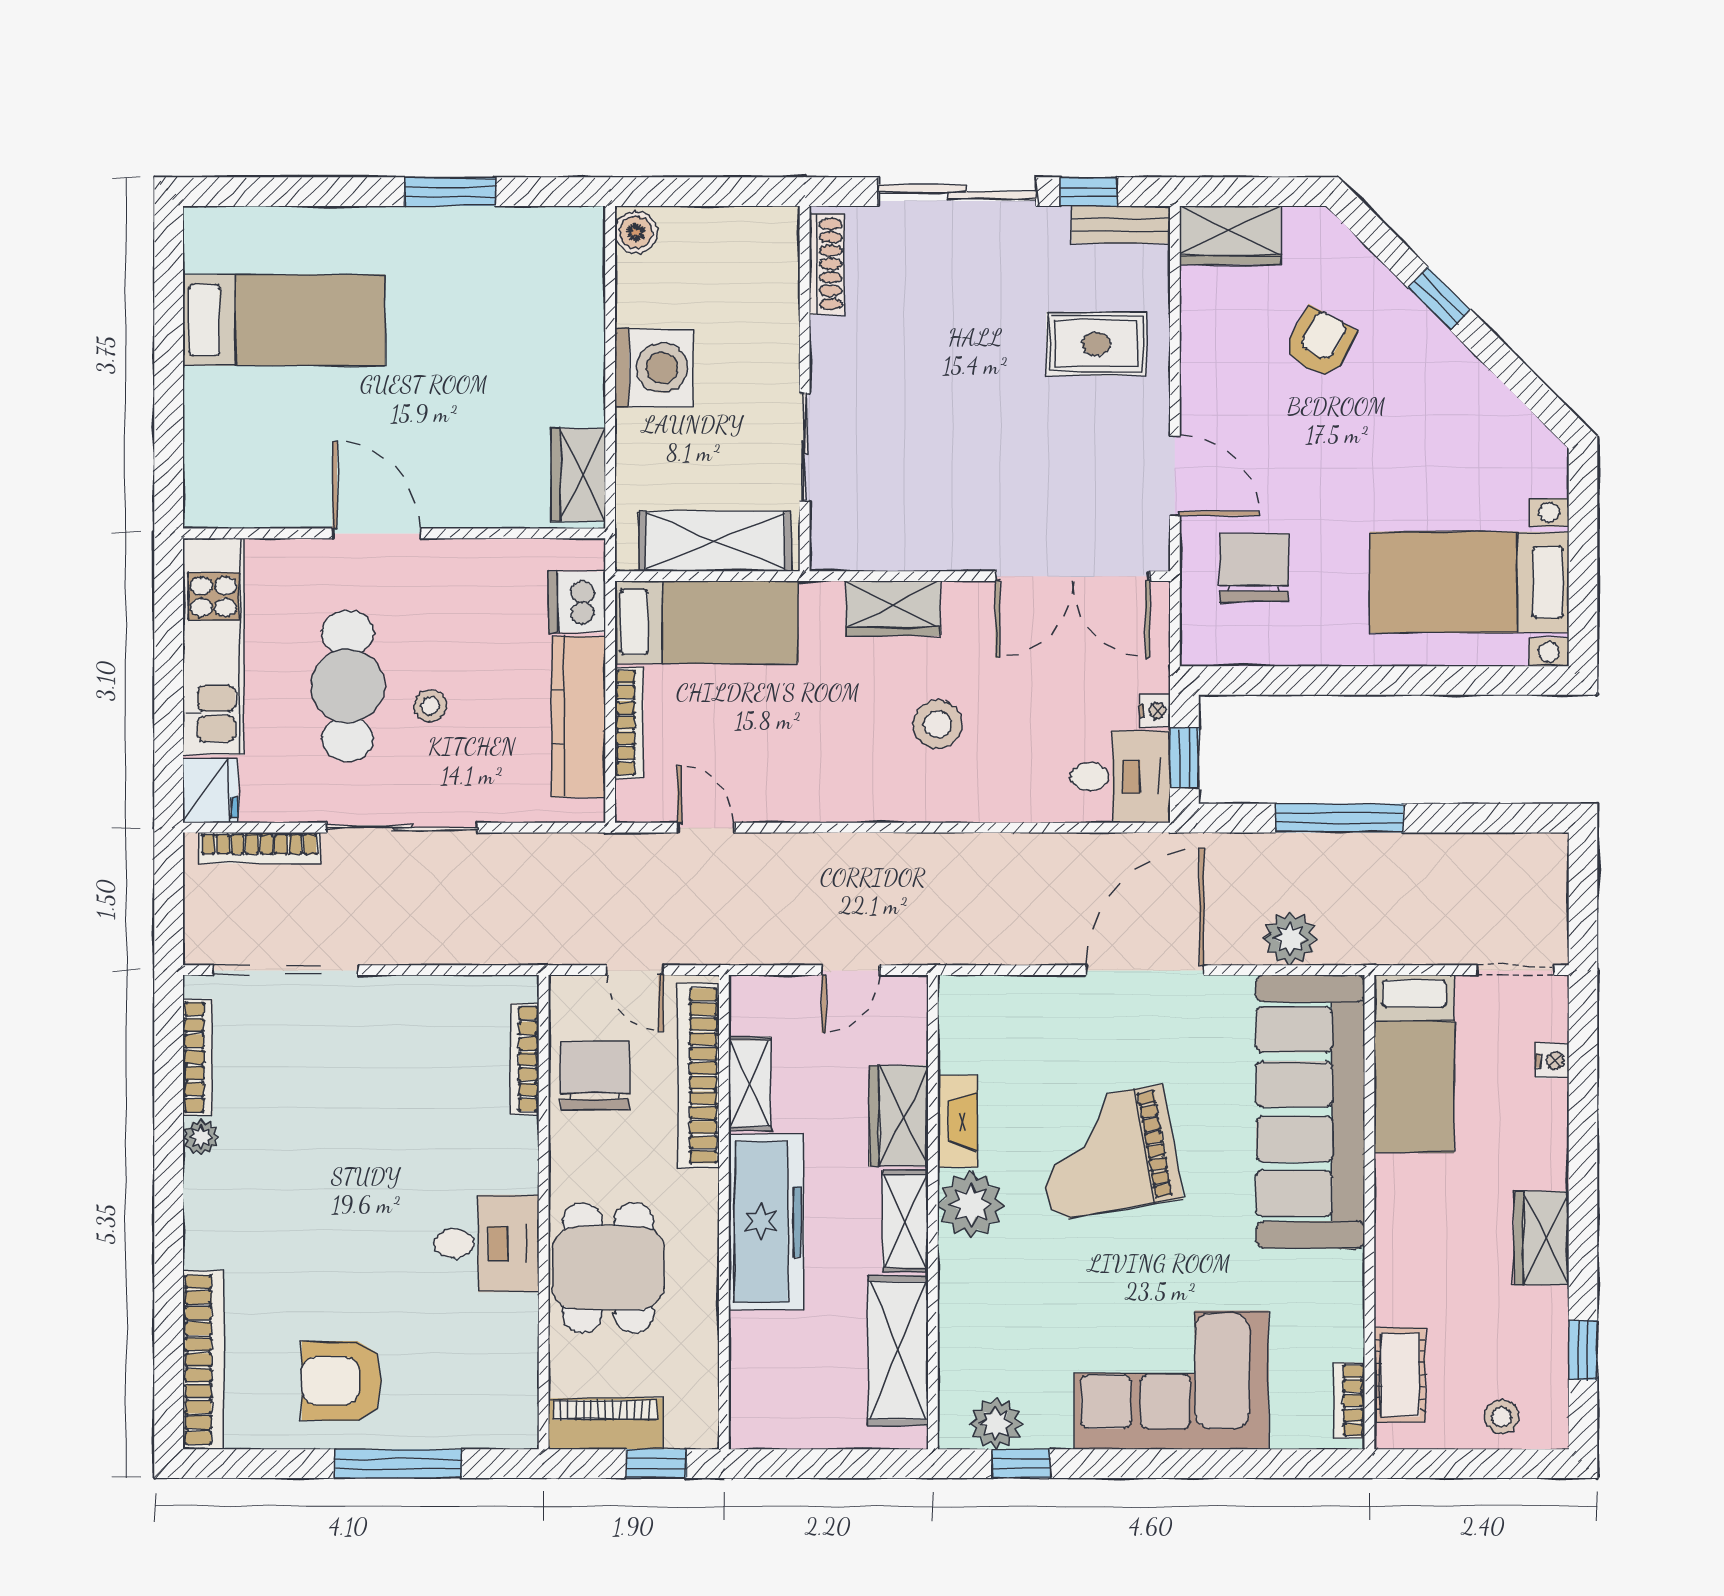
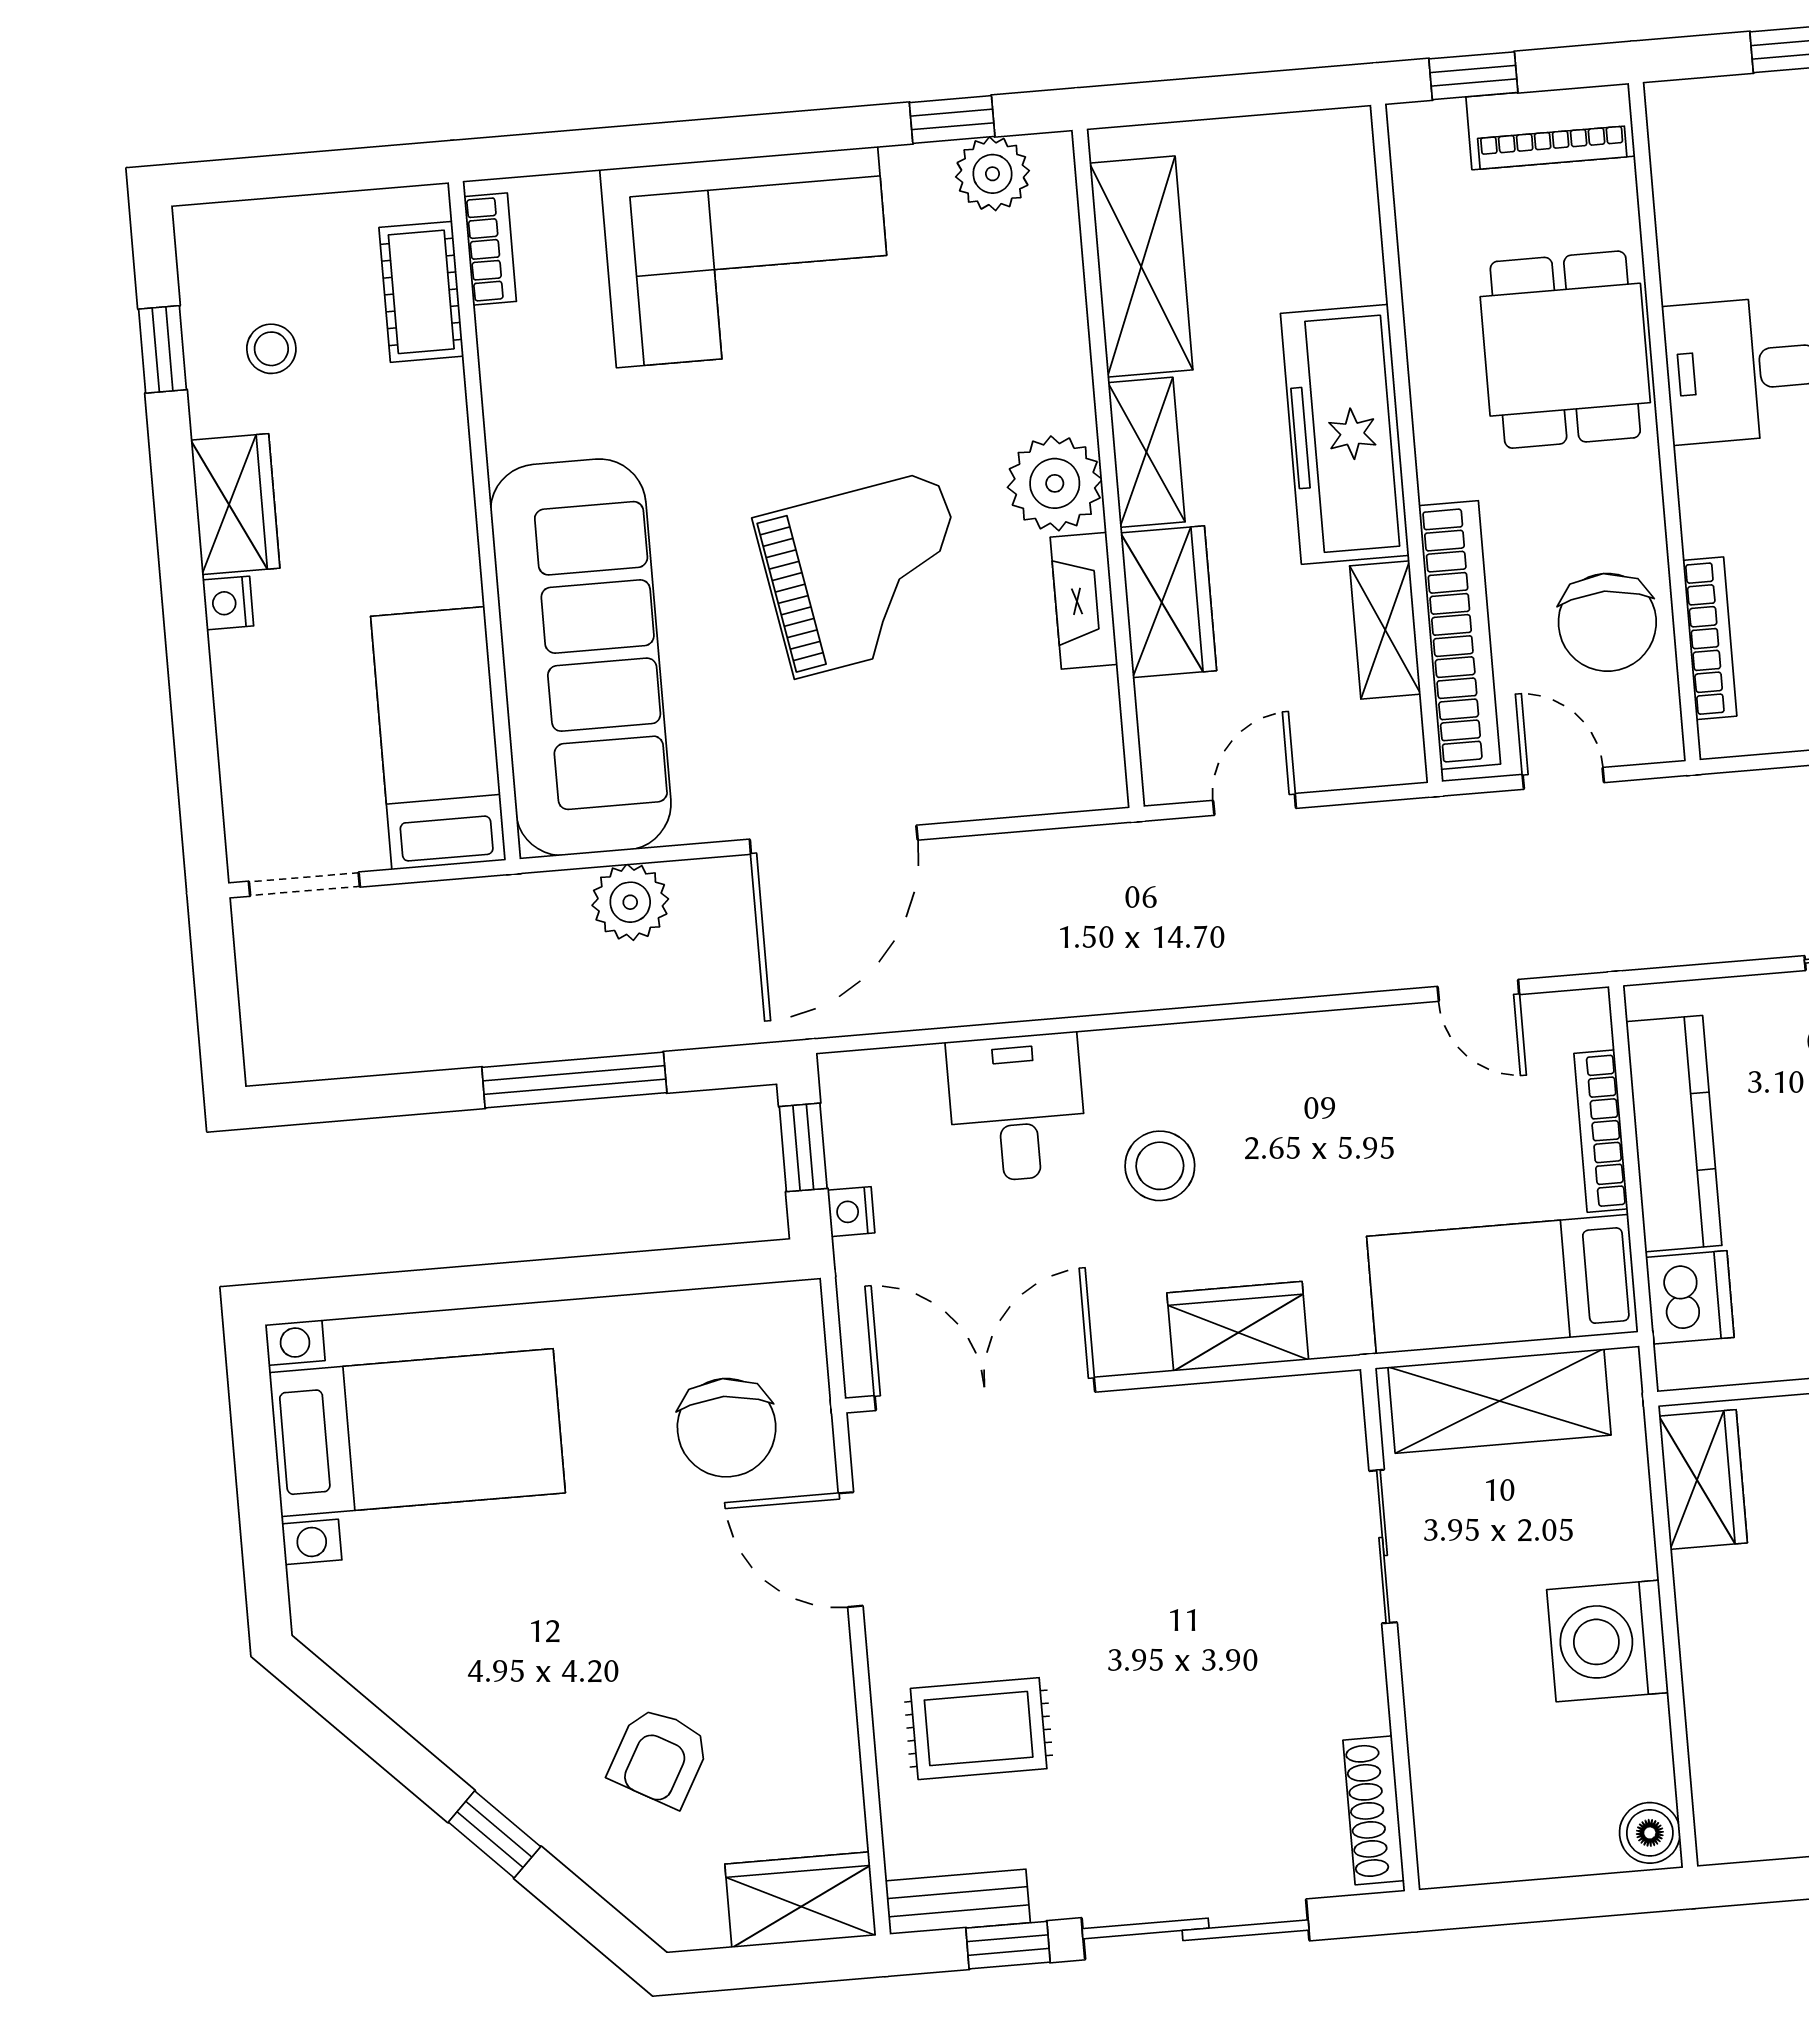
desk: (1120, 777) -> (1017, 1108), moved, turned 90
nightstand: (1552, 1061) -> (228, 603), moved
stool: (1502, 1417) -> (271, 349), moved

